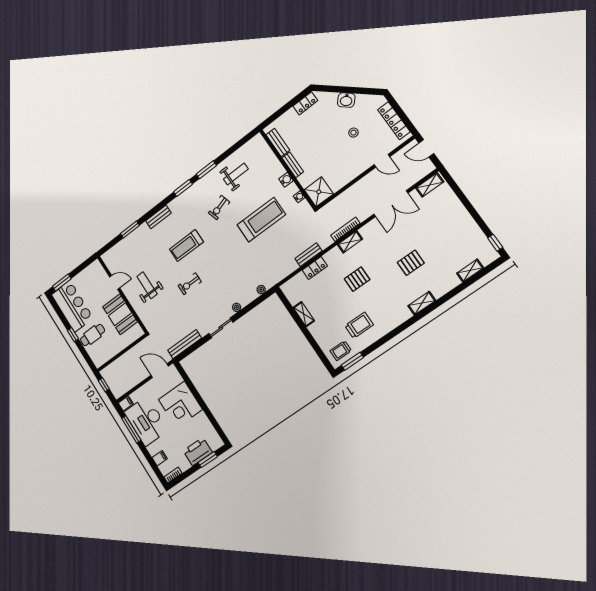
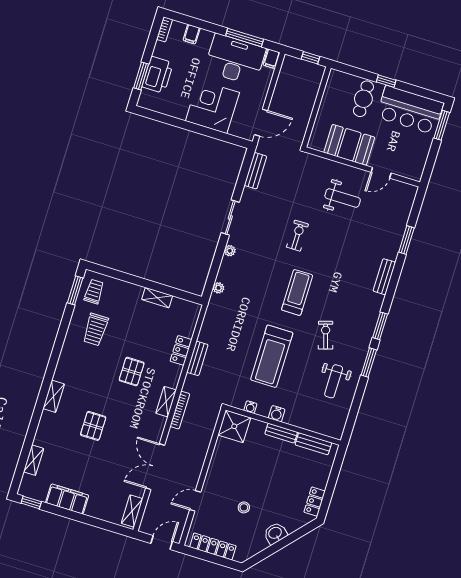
filing cabinet: (468, 226) -> (67, 499), added
treadmill: (186, 246) -> (297, 292), moved
bench: (185, 344) -> (255, 171), width x0.73

